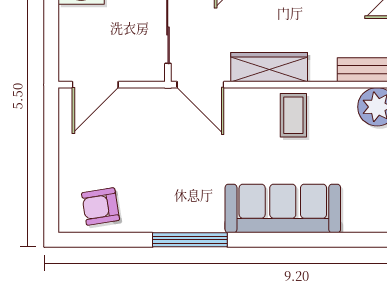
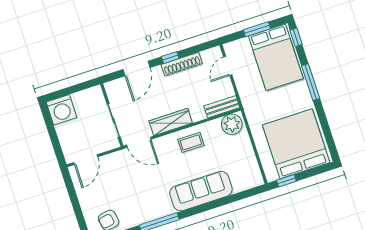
coffee table: (293, 115) -> (191, 142), turned 90

